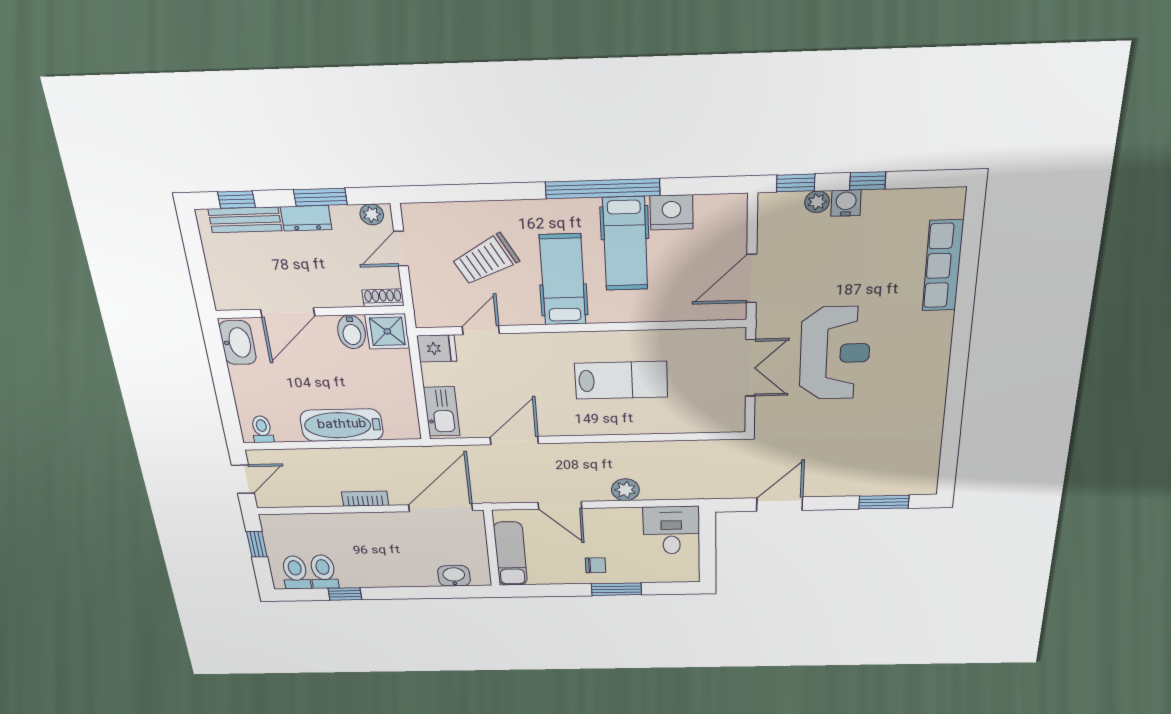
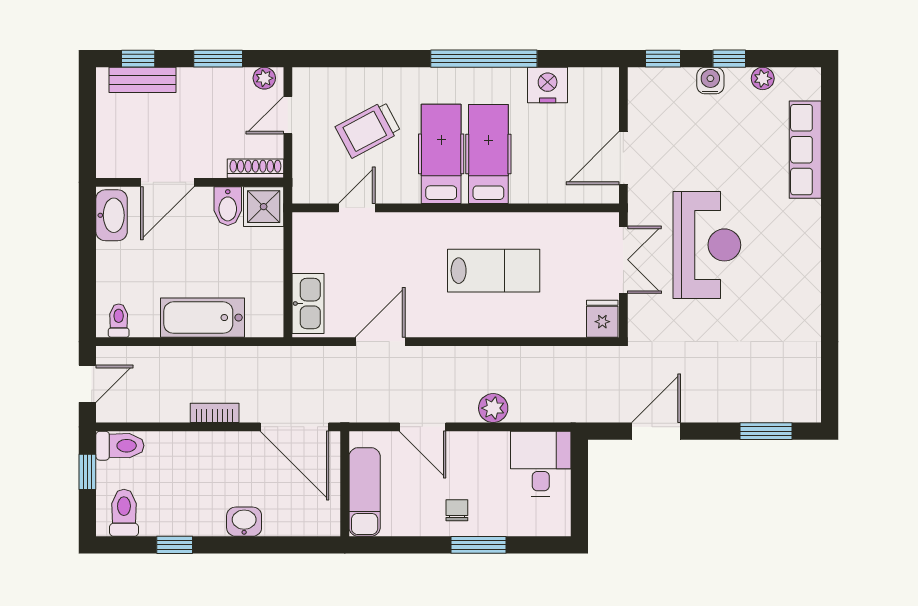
plant: (817, 202) -> (763, 78), moved
dresser: (306, 218) -> (201, 80), removed
hospital bed: (625, 244) -> (488, 154), moved, turned 180
shoe rack: (383, 298) -> (255, 168), width x1.43
fridge: (437, 348) -> (602, 319), moved, turned -90
door: (441, 508) -> (294, 427), swing flipped
chair: (595, 565) -> (457, 510), turned -90
toilet: (323, 572) -> (120, 446), moved, turned 90
washbasin: (454, 576) -> (244, 522), moved

